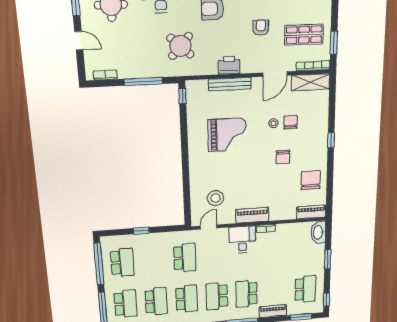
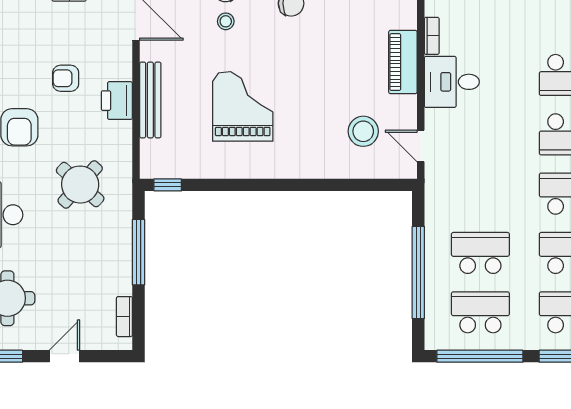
armchair: (261, 28) -> (66, 78), moved
window: (141, 231) -> (418, 273), width x3.17
school desk: (185, 258) -> (480, 253), moved

